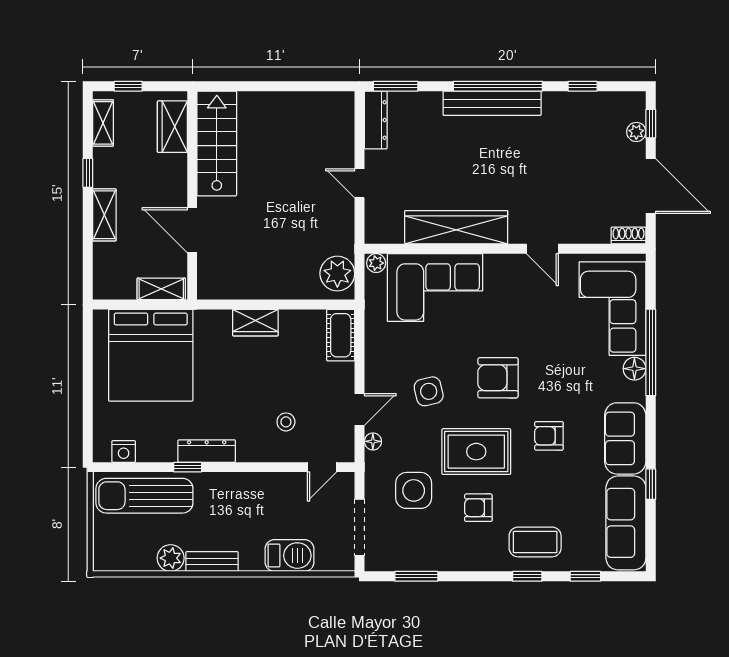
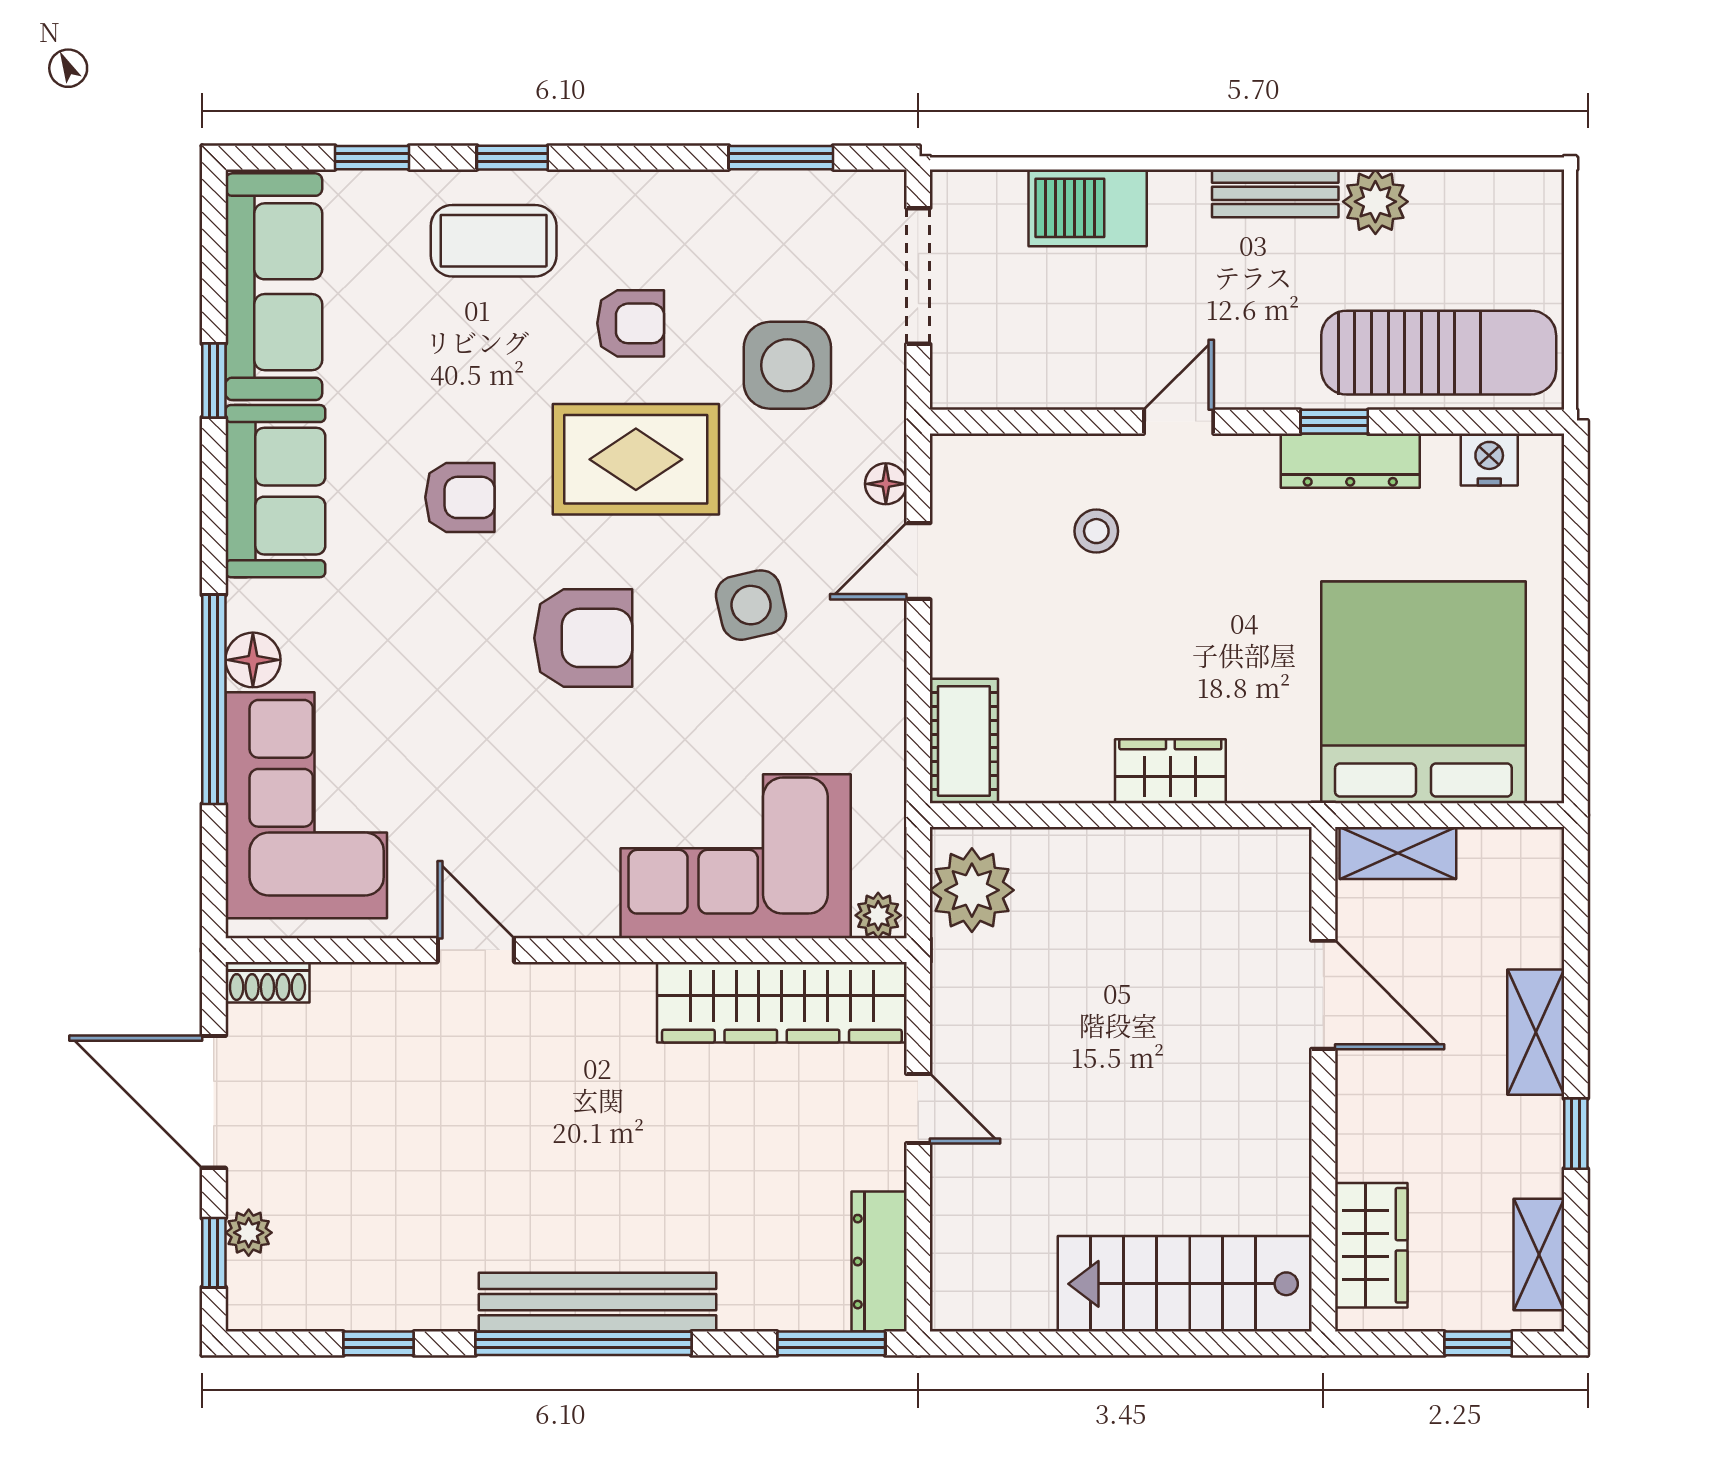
stairs: (217, 143) -> (1185, 1284), moved, turned 90
wardrobe: (456, 227) -> (782, 1002), moved
dresser: (207, 451) -> (1350, 461), moved
door: (322, 467) -> (1179, 422), moved

